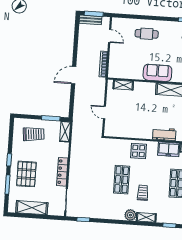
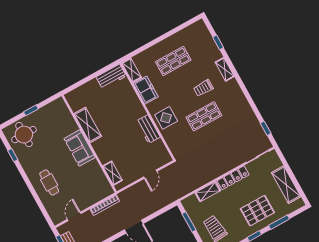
shelving: (65, 132) -> (208, 192), moved
workbench: (164, 134) -> (148, 129), moved
plant: (130, 215) -> (232, 86), removed

